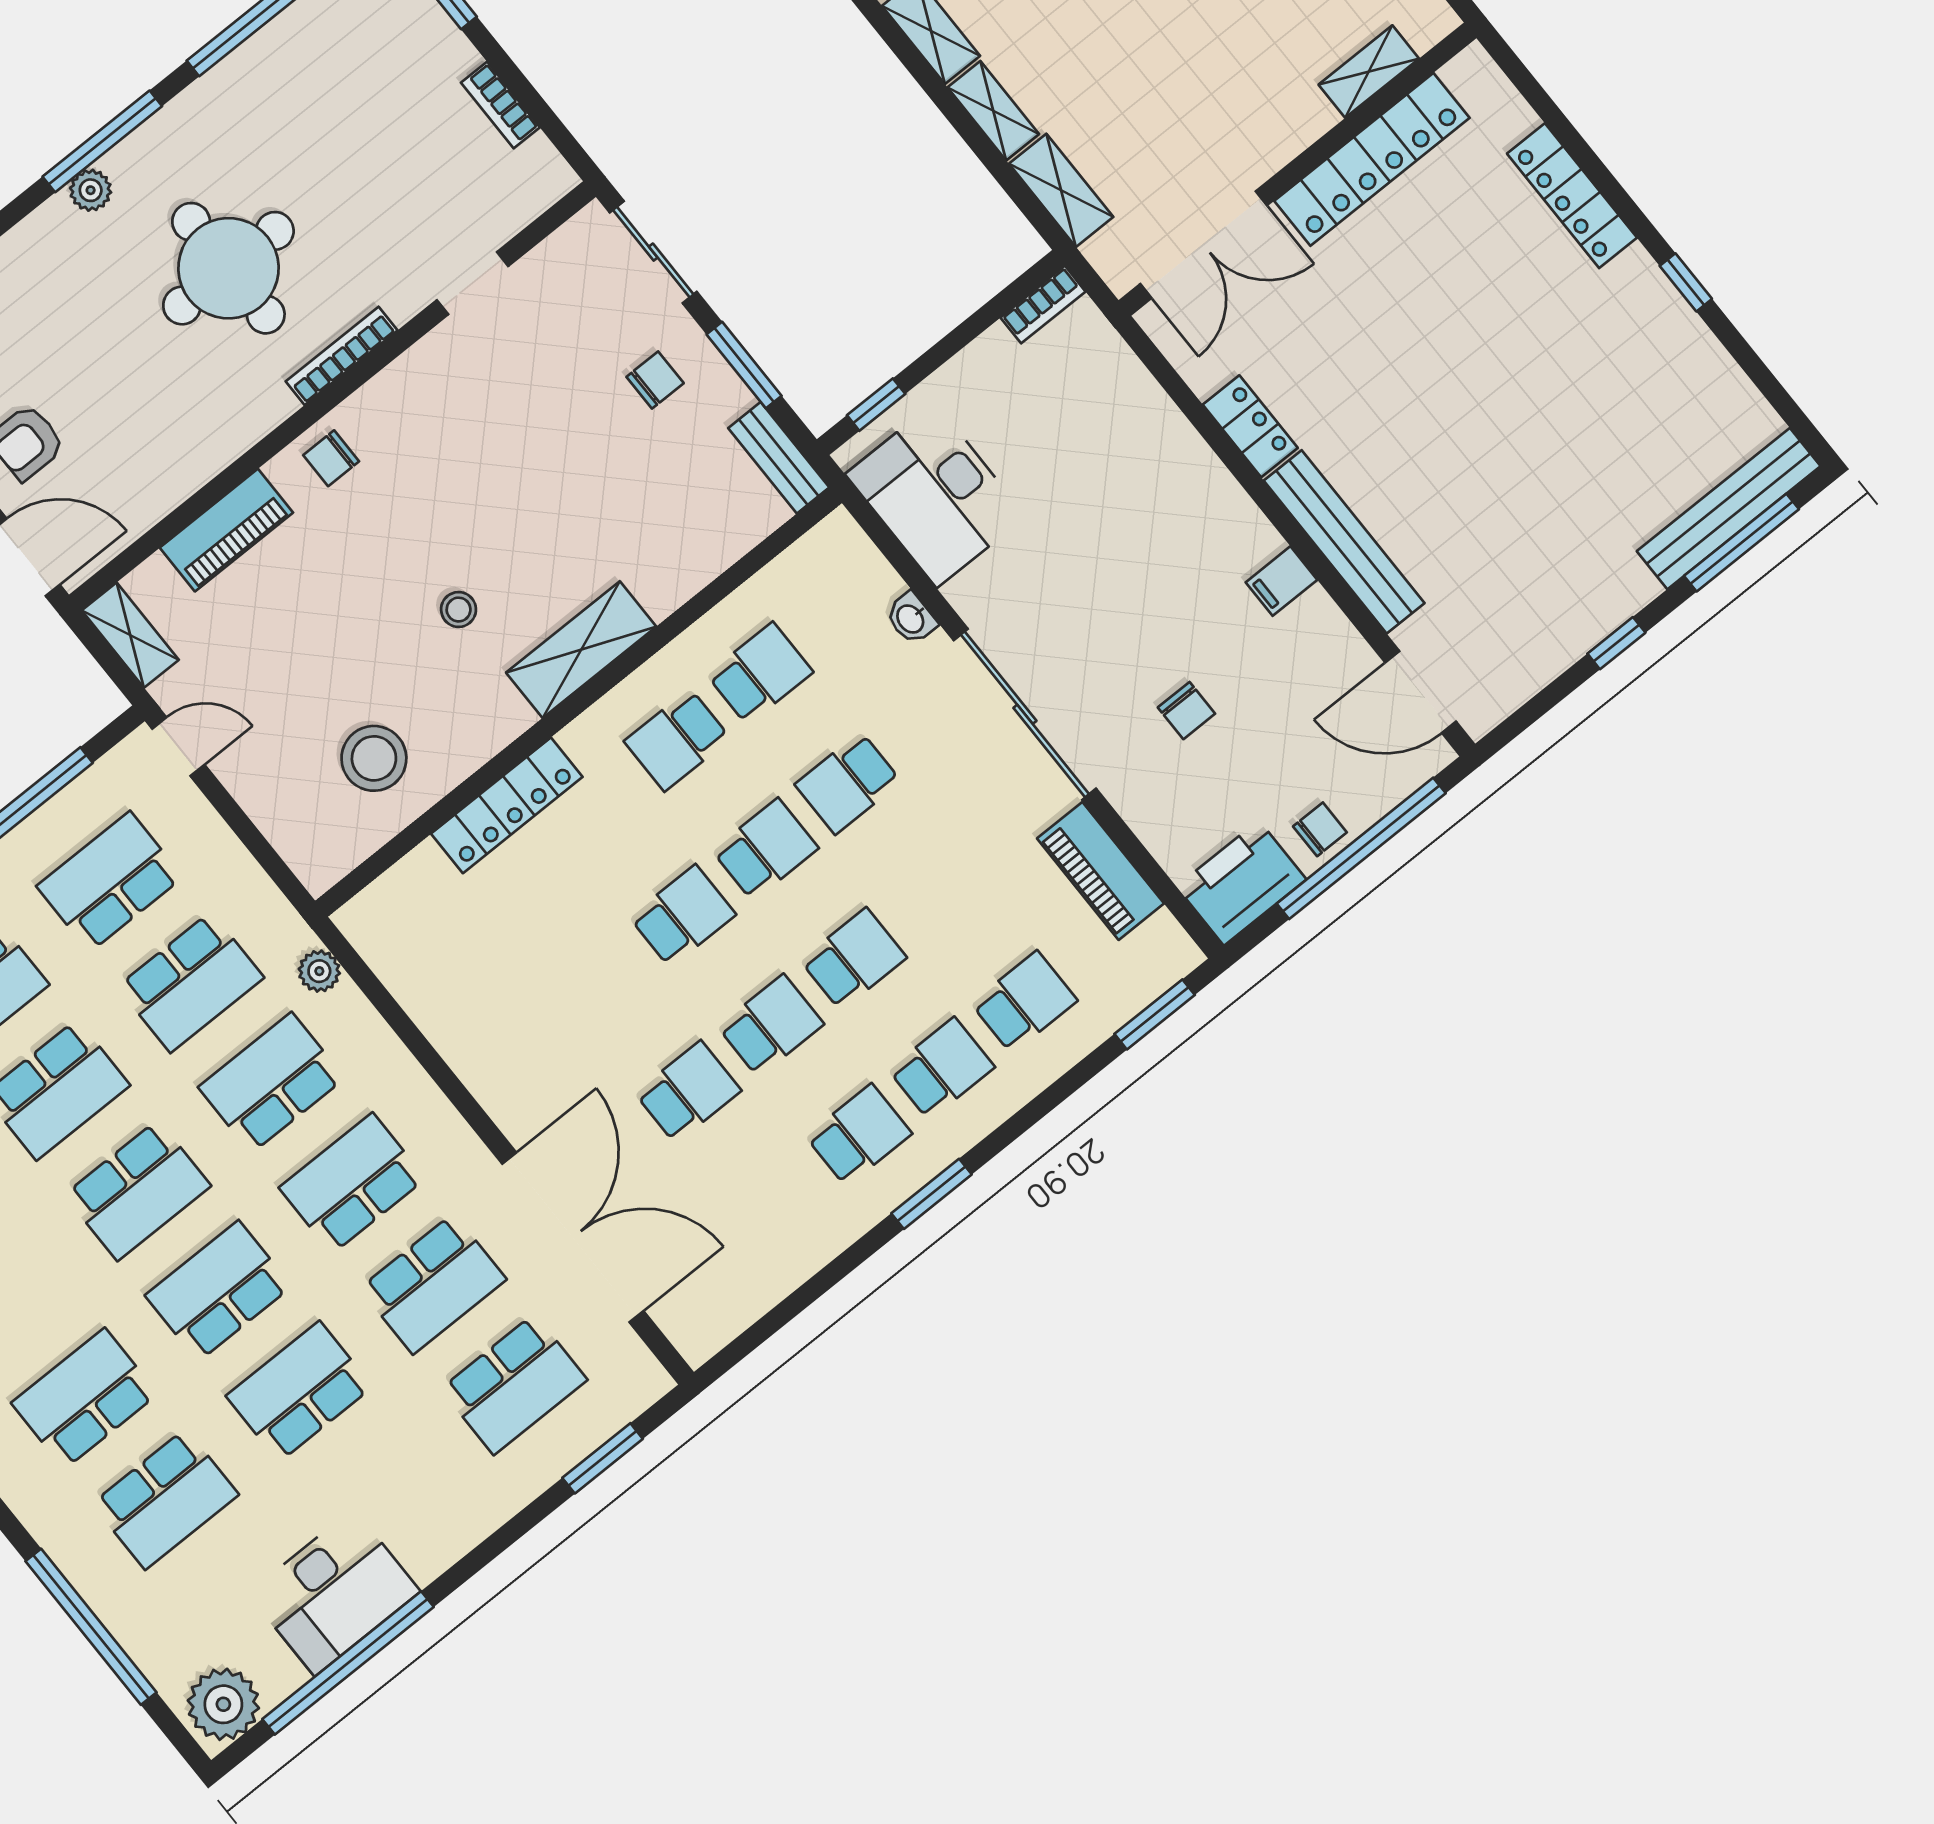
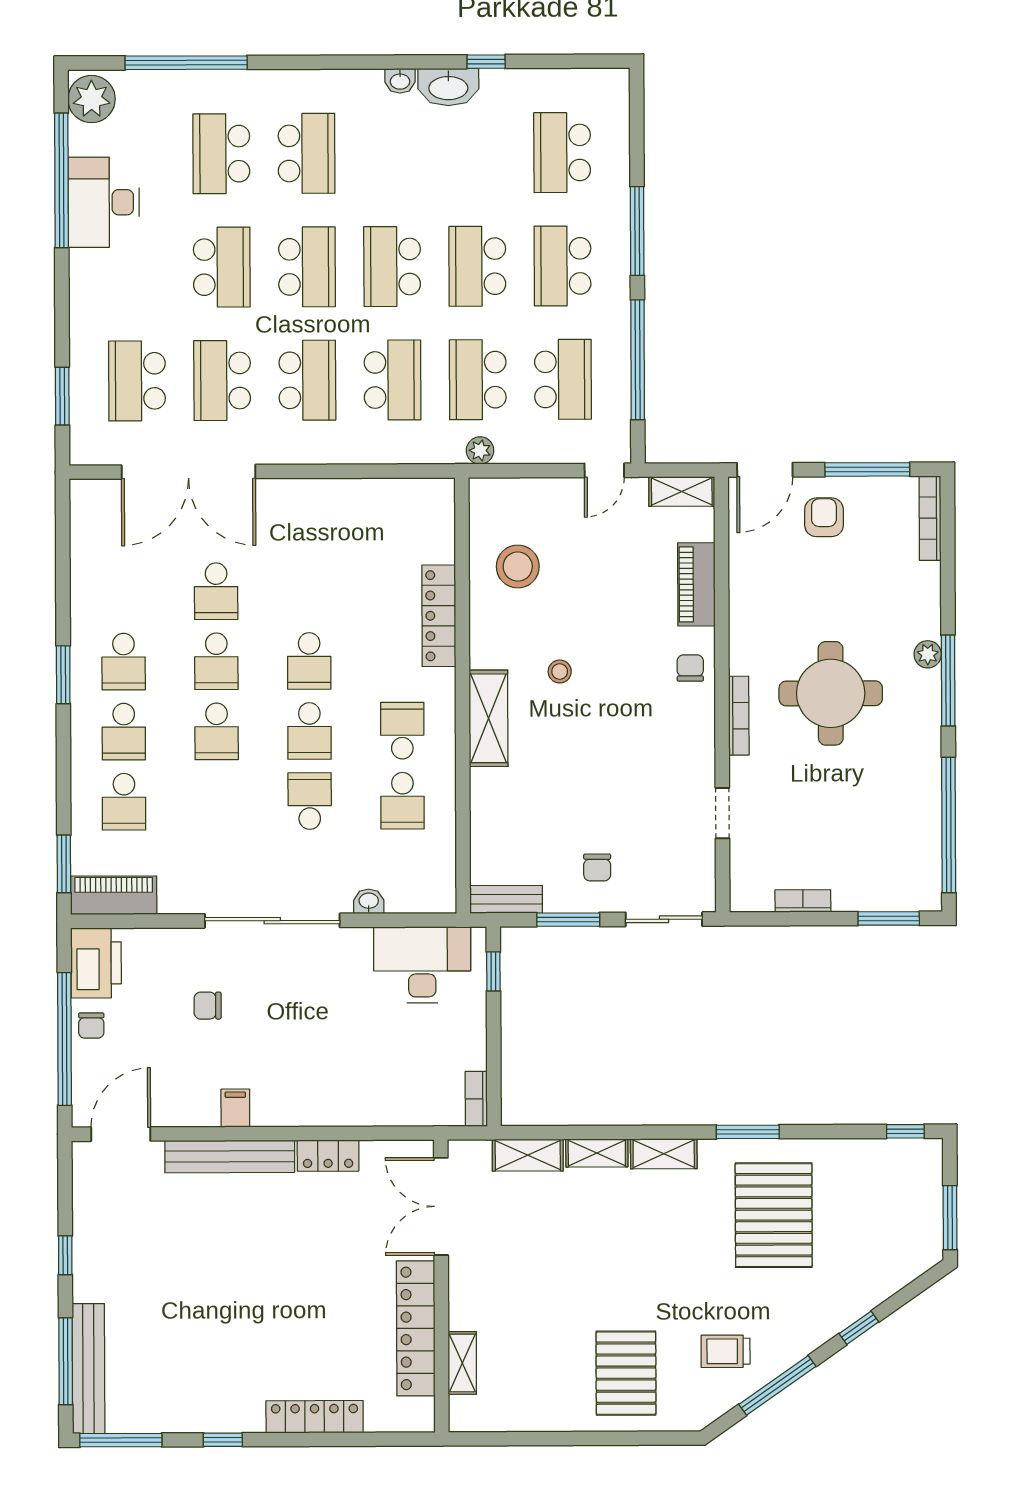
window: (1783, 403) -> (121, 1440), added
piano: (1100, 871) -> (114, 895), moved
plant: (319, 971) -> (480, 450), moved

